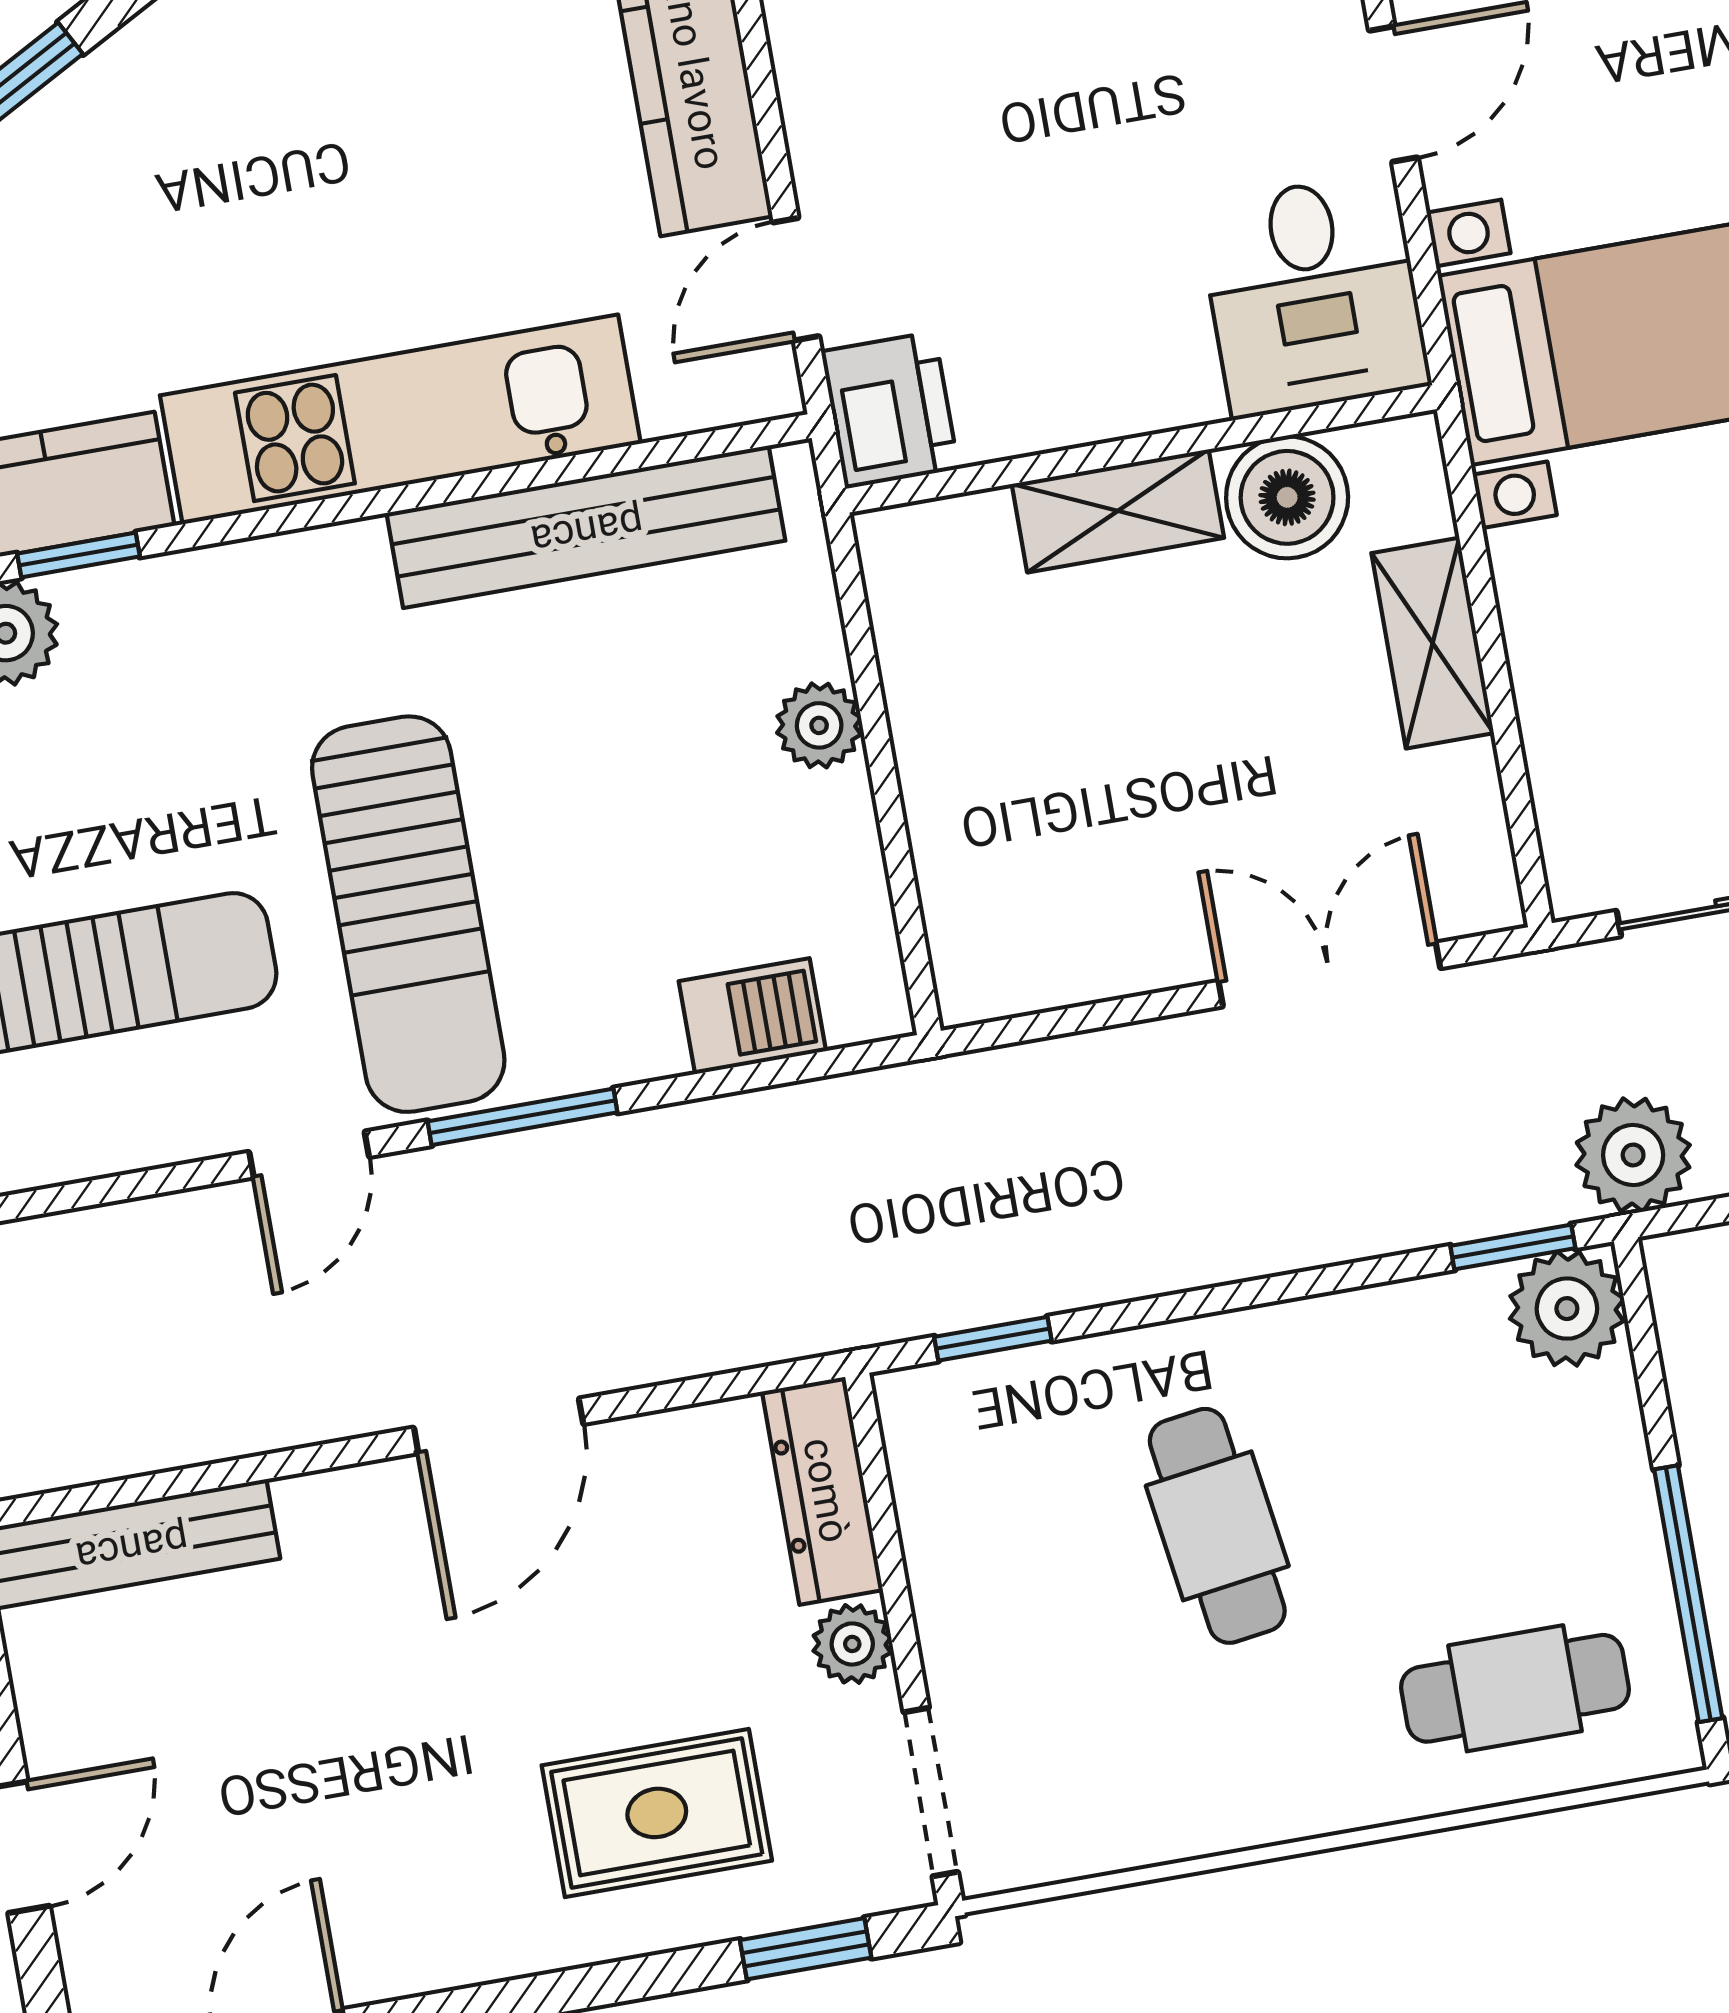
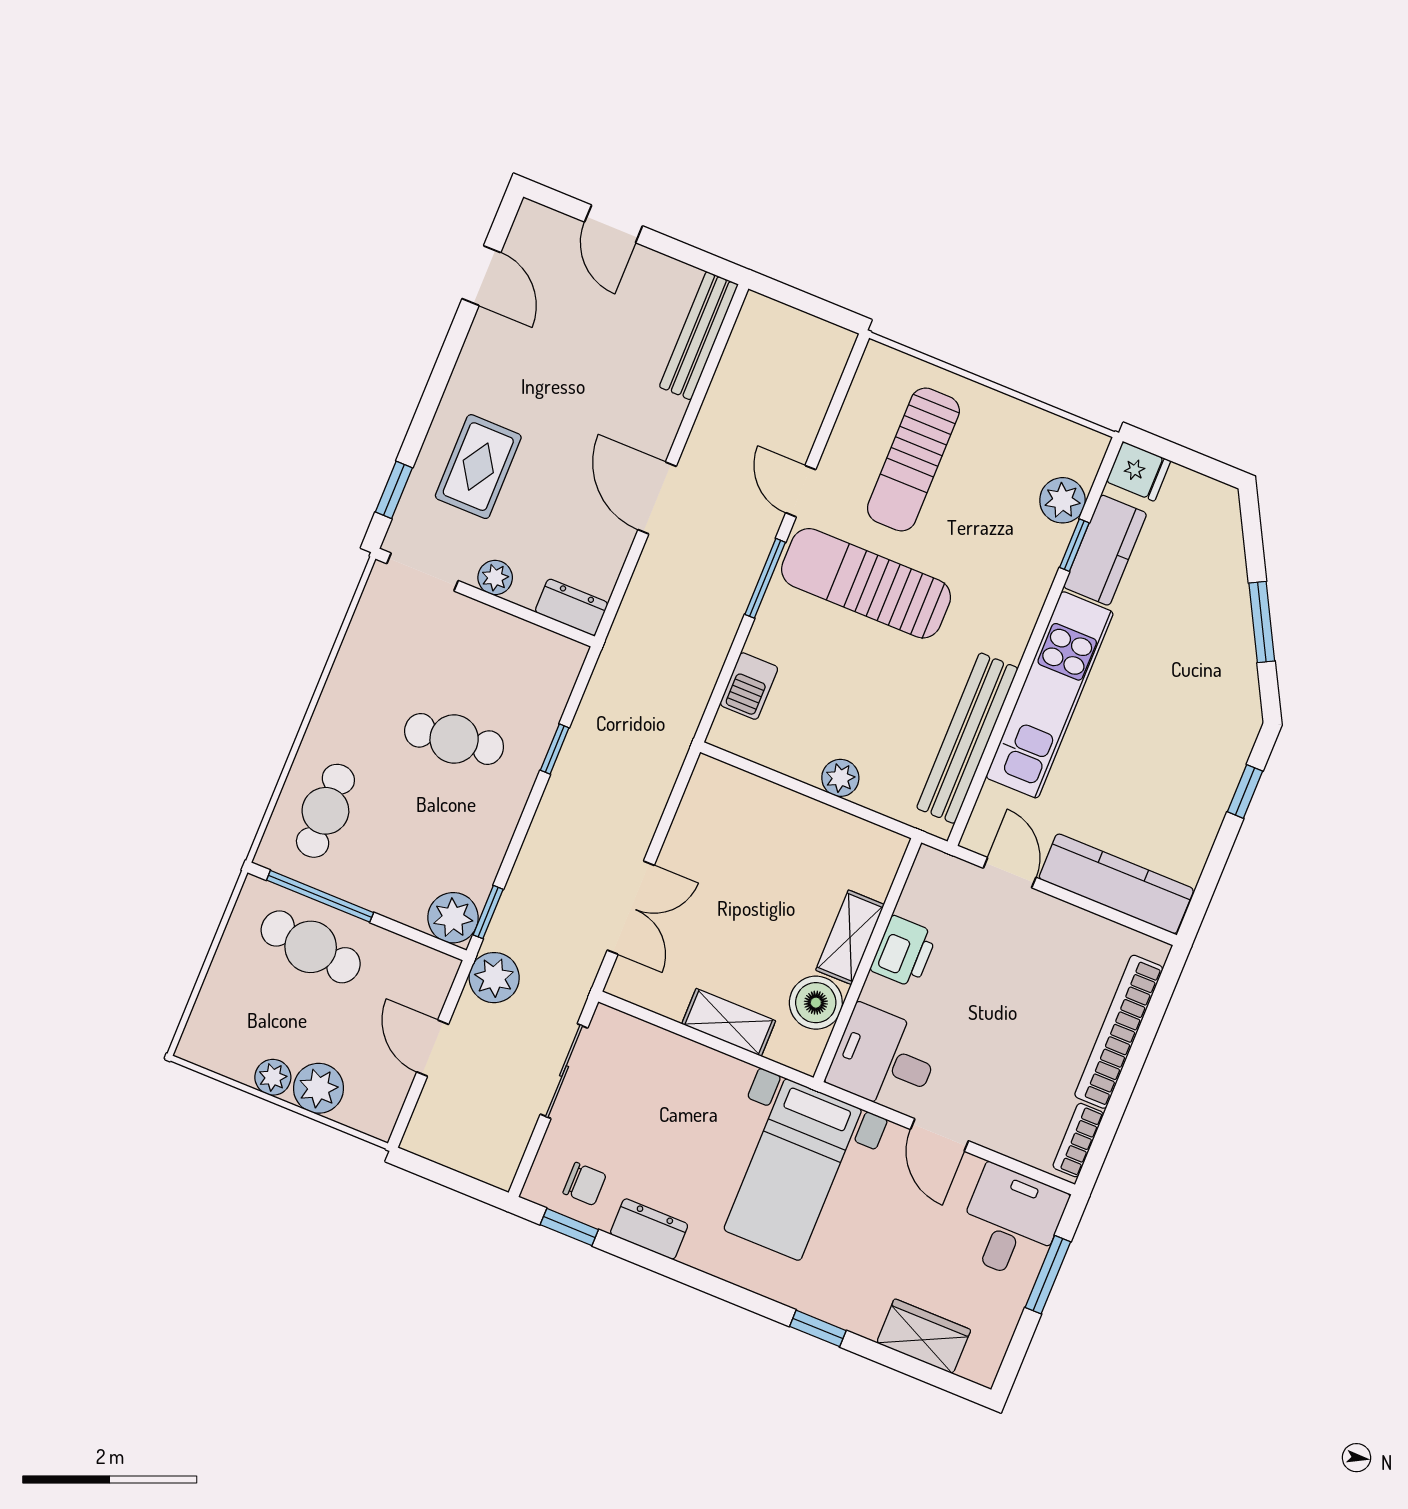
printer: (890, 410) -> (904, 952), moved, turned -90
window: (993, 1339) -> (555, 749), moved
dresser: (822, 1491) -> (572, 607), width x0.70

